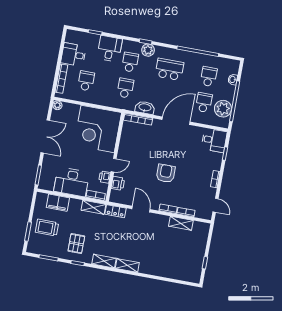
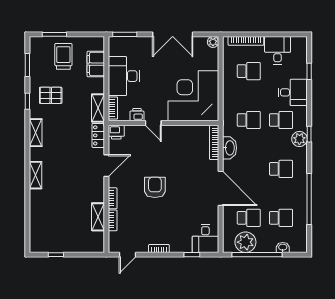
school desk: (169, 69) -> (281, 169), width x0.54
armchair: (166, 173) -> (155, 187), turned -90
printer: (118, 183) -> (116, 132), moved
shelving: (127, 265) -> (36, 175), moved

